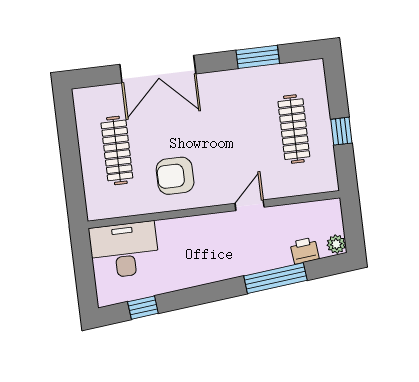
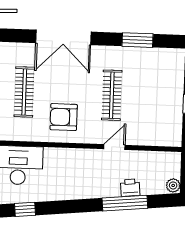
clothes rail: (294, 129) -> (112, 95), moved
printer: (305, 251) -> (130, 188), moved

